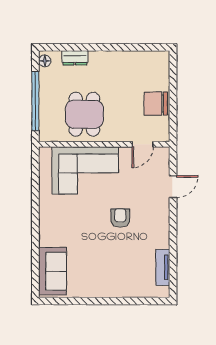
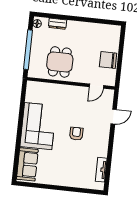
corner sofa: (85, 170) -> (38, 126), moved, turned -90

